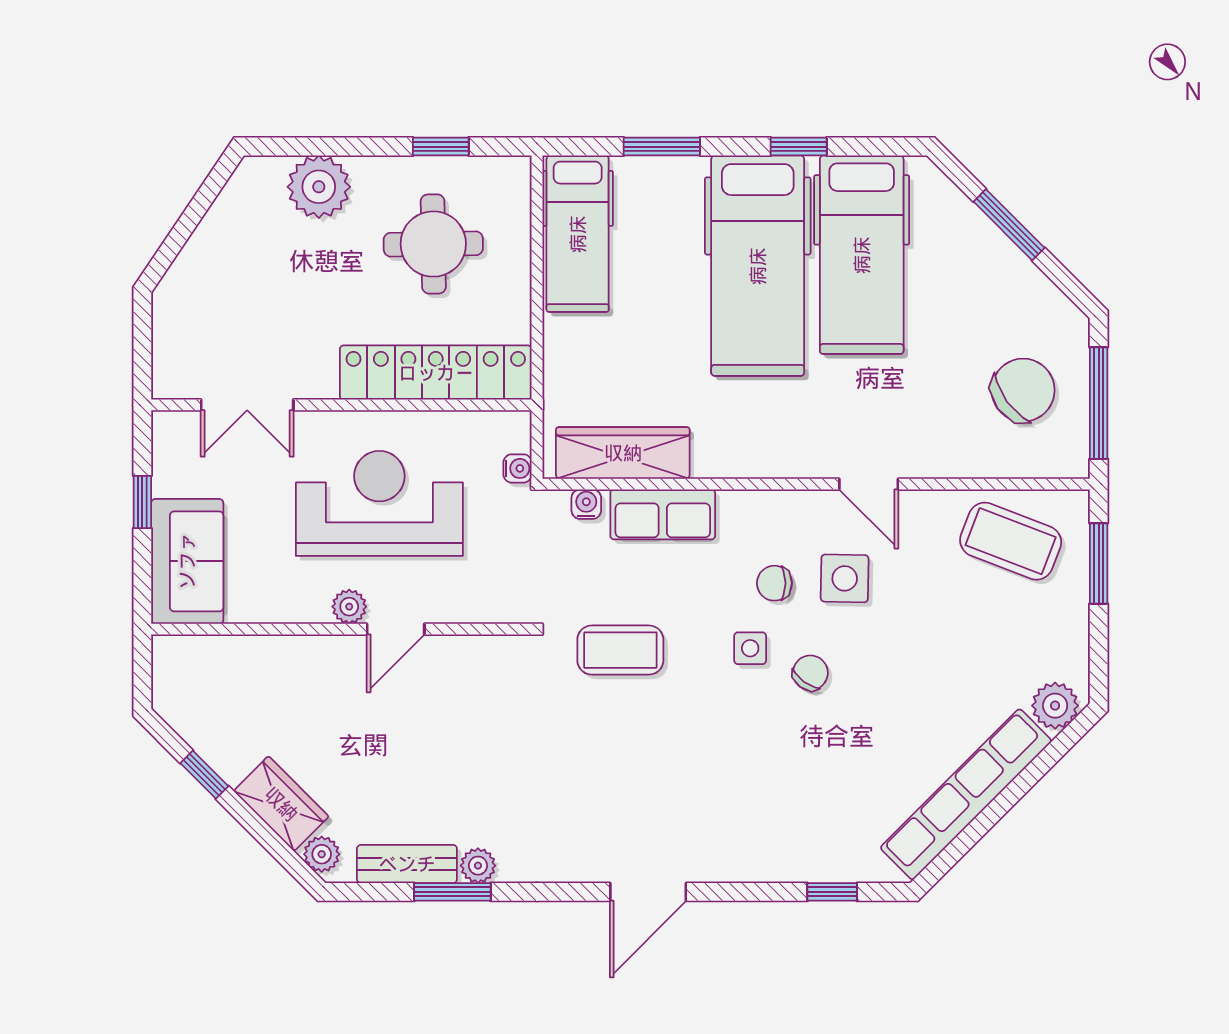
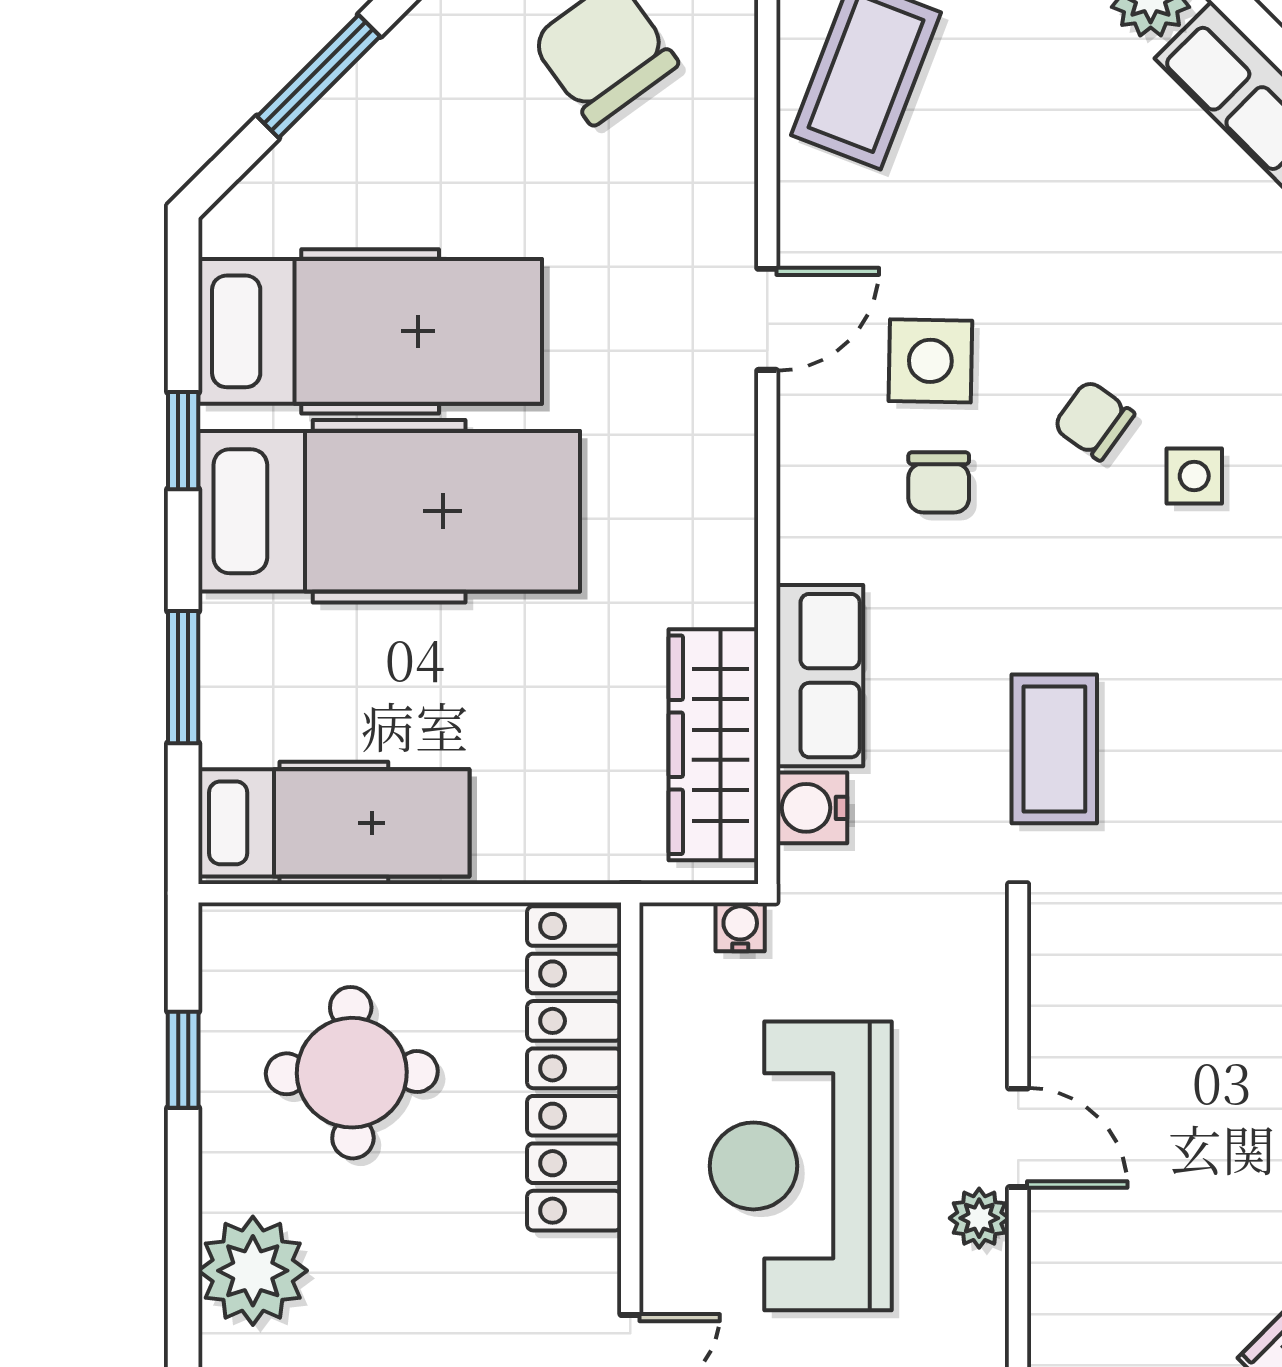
water cooler: (586, 504) -> (812, 808), width x1.38, depth x1.38
side table: (750, 648) -> (1194, 476), moved

